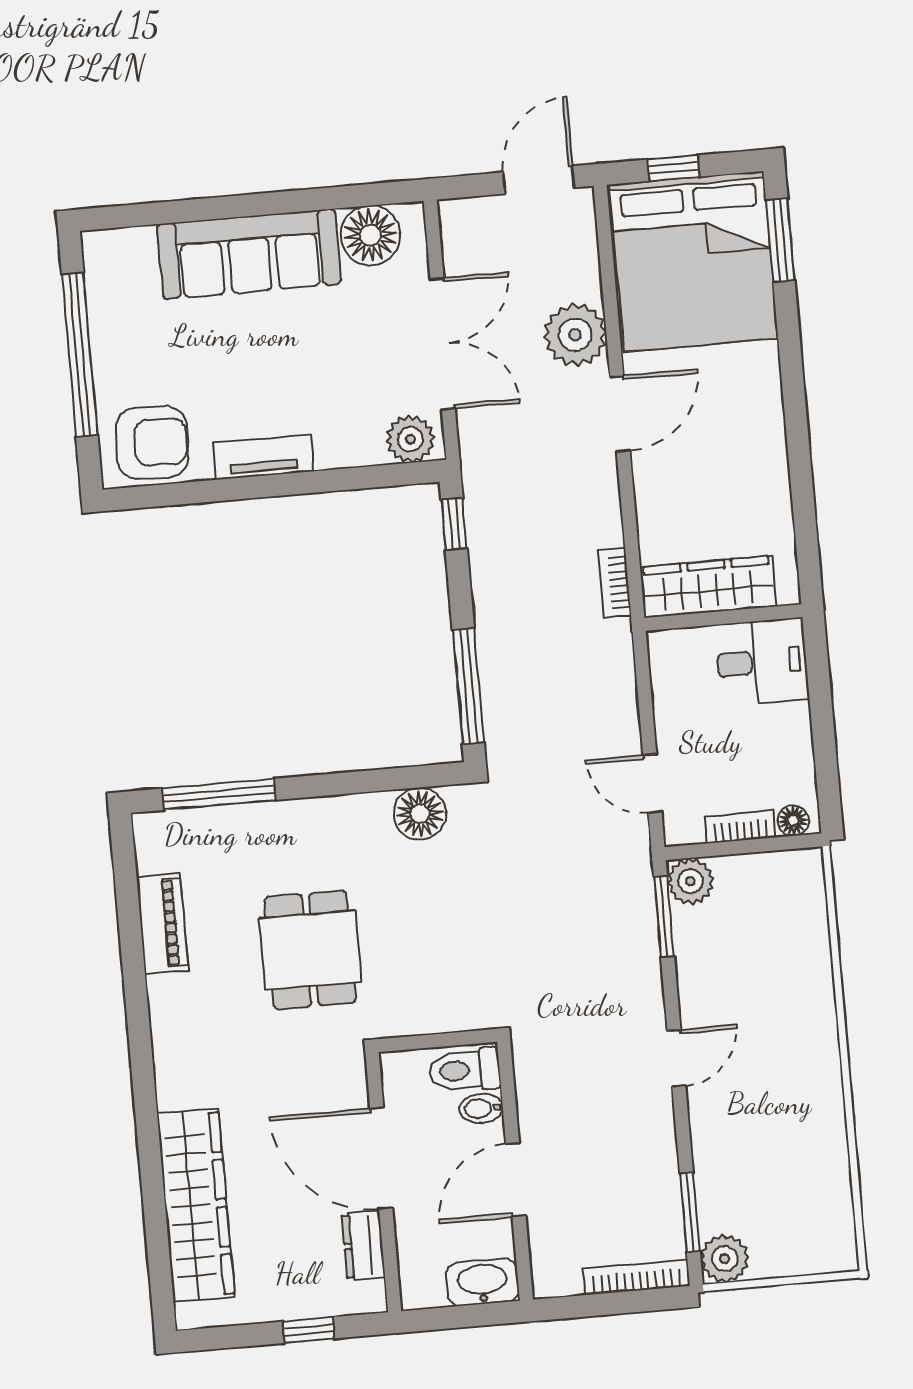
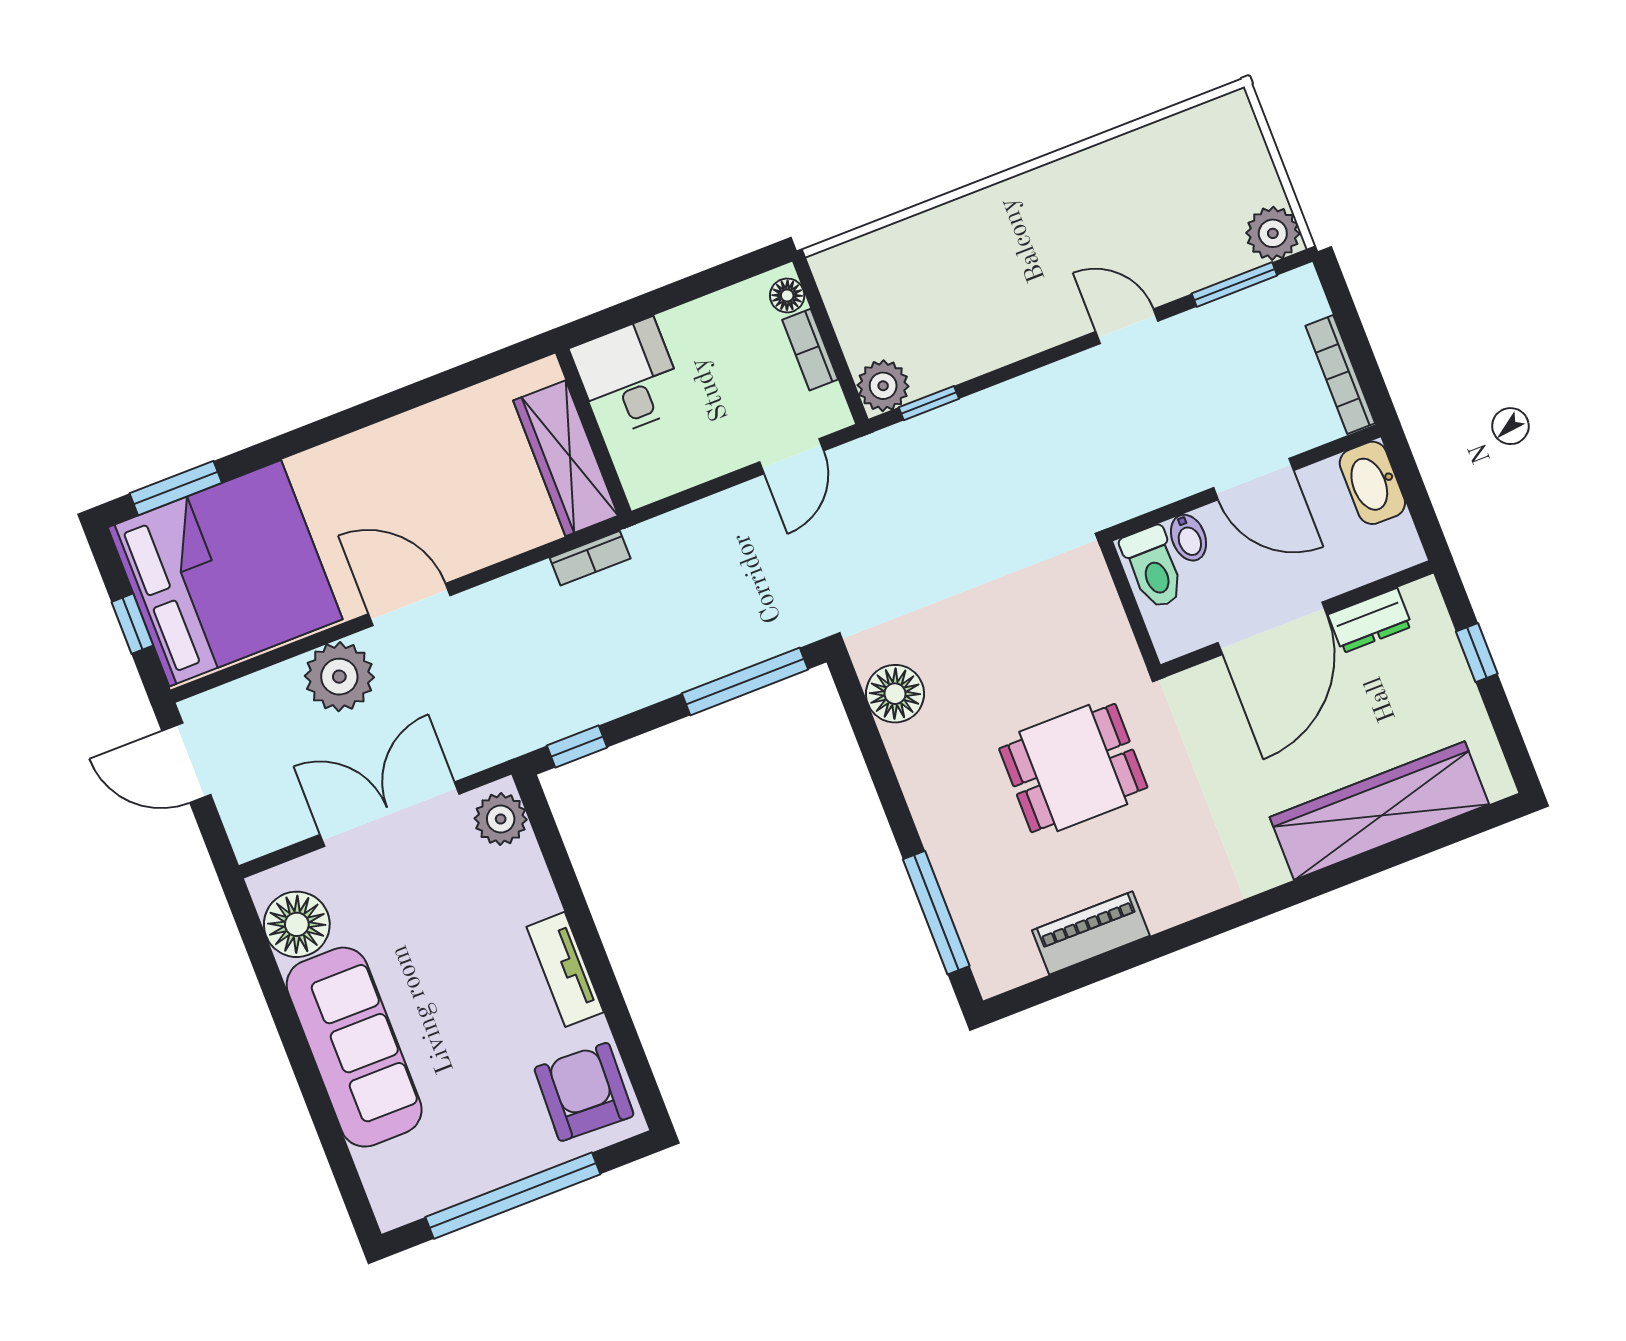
window: (664, 917) -> (929, 403), width x0.67
door: (676, 1058) -> (1127, 326), moved
bookcase: (636, 1277) -> (1340, 375), moved

